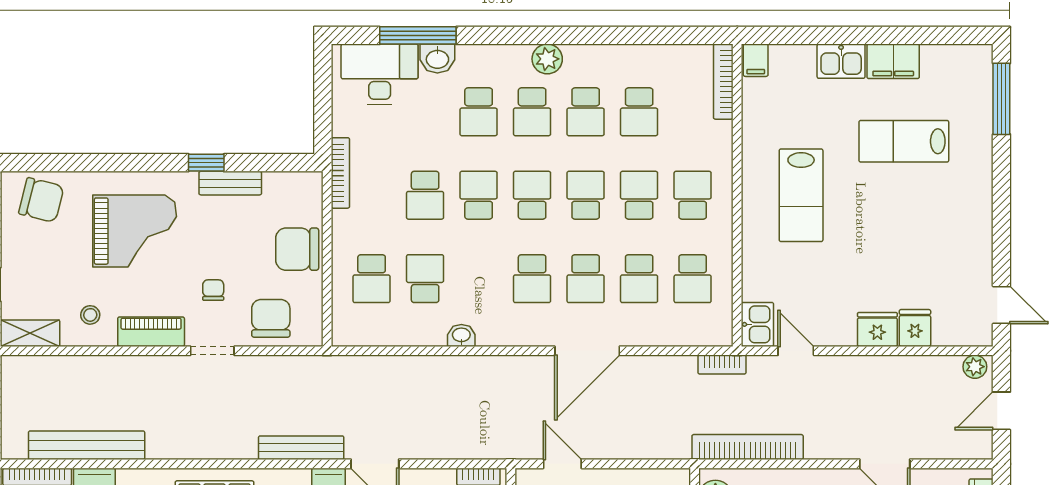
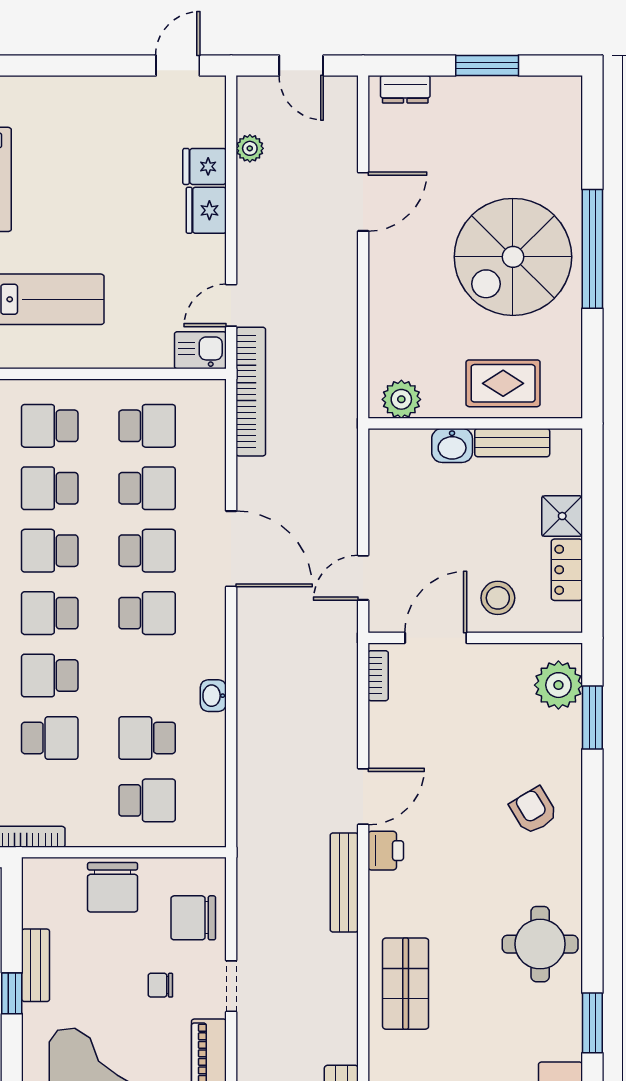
bookcase: (722, 365) -> (251, 392), width x2.31, depth x1.31
plant: (975, 367) -> (250, 148), moved
bookcase: (748, 447) -> (343, 362), removed

